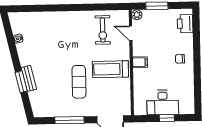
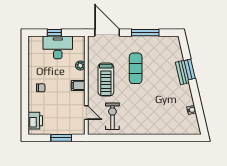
plant: (137, 15) -> (80, 66), moved
treadmill: (110, 69) -> (106, 79), turned 90

